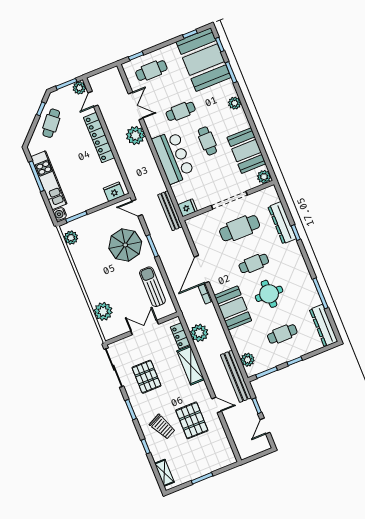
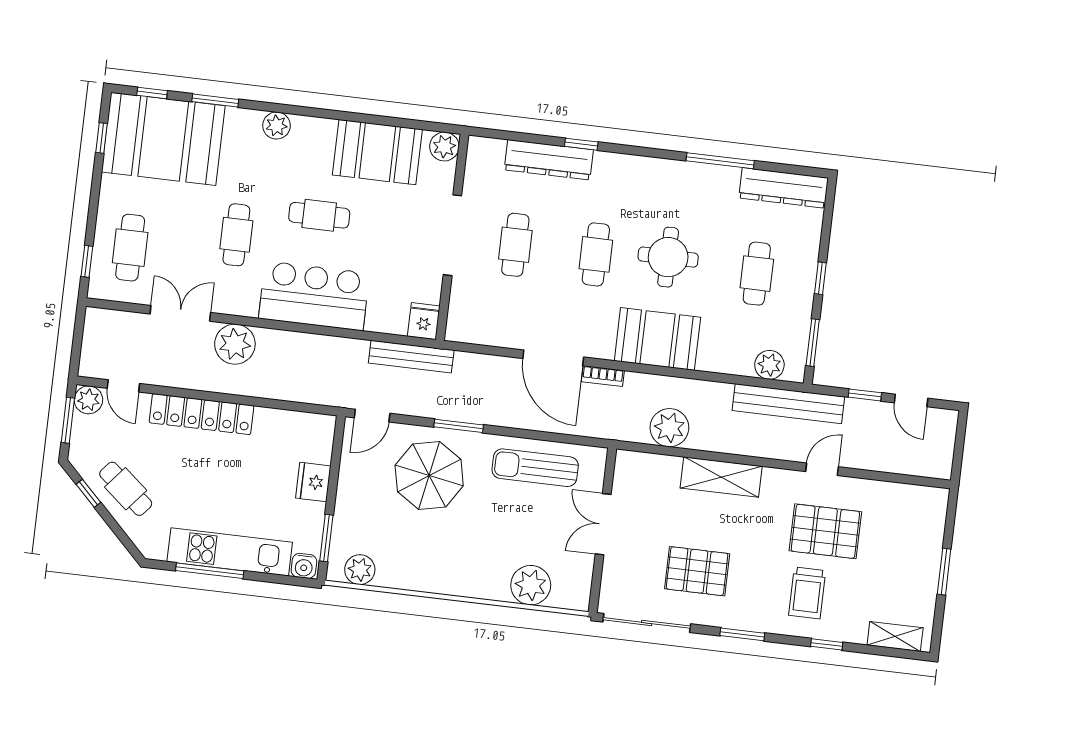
fridge: (114, 192) -> (313, 482), moved
cafe table: (240, 228) -> (515, 245), width x0.73, depth x0.74
locker: (180, 336) -> (655, 466), removed
trolley: (162, 427) -> (807, 593), turned 116

